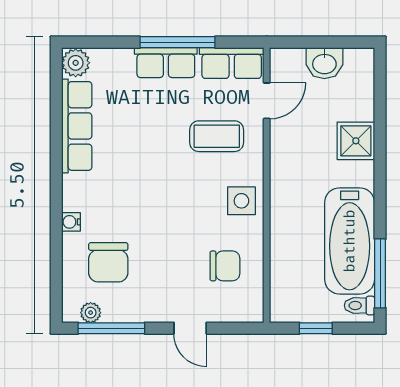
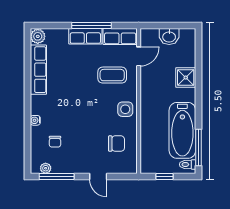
chair: (108, 262) -> (55, 142), width x0.54, depth x0.54

